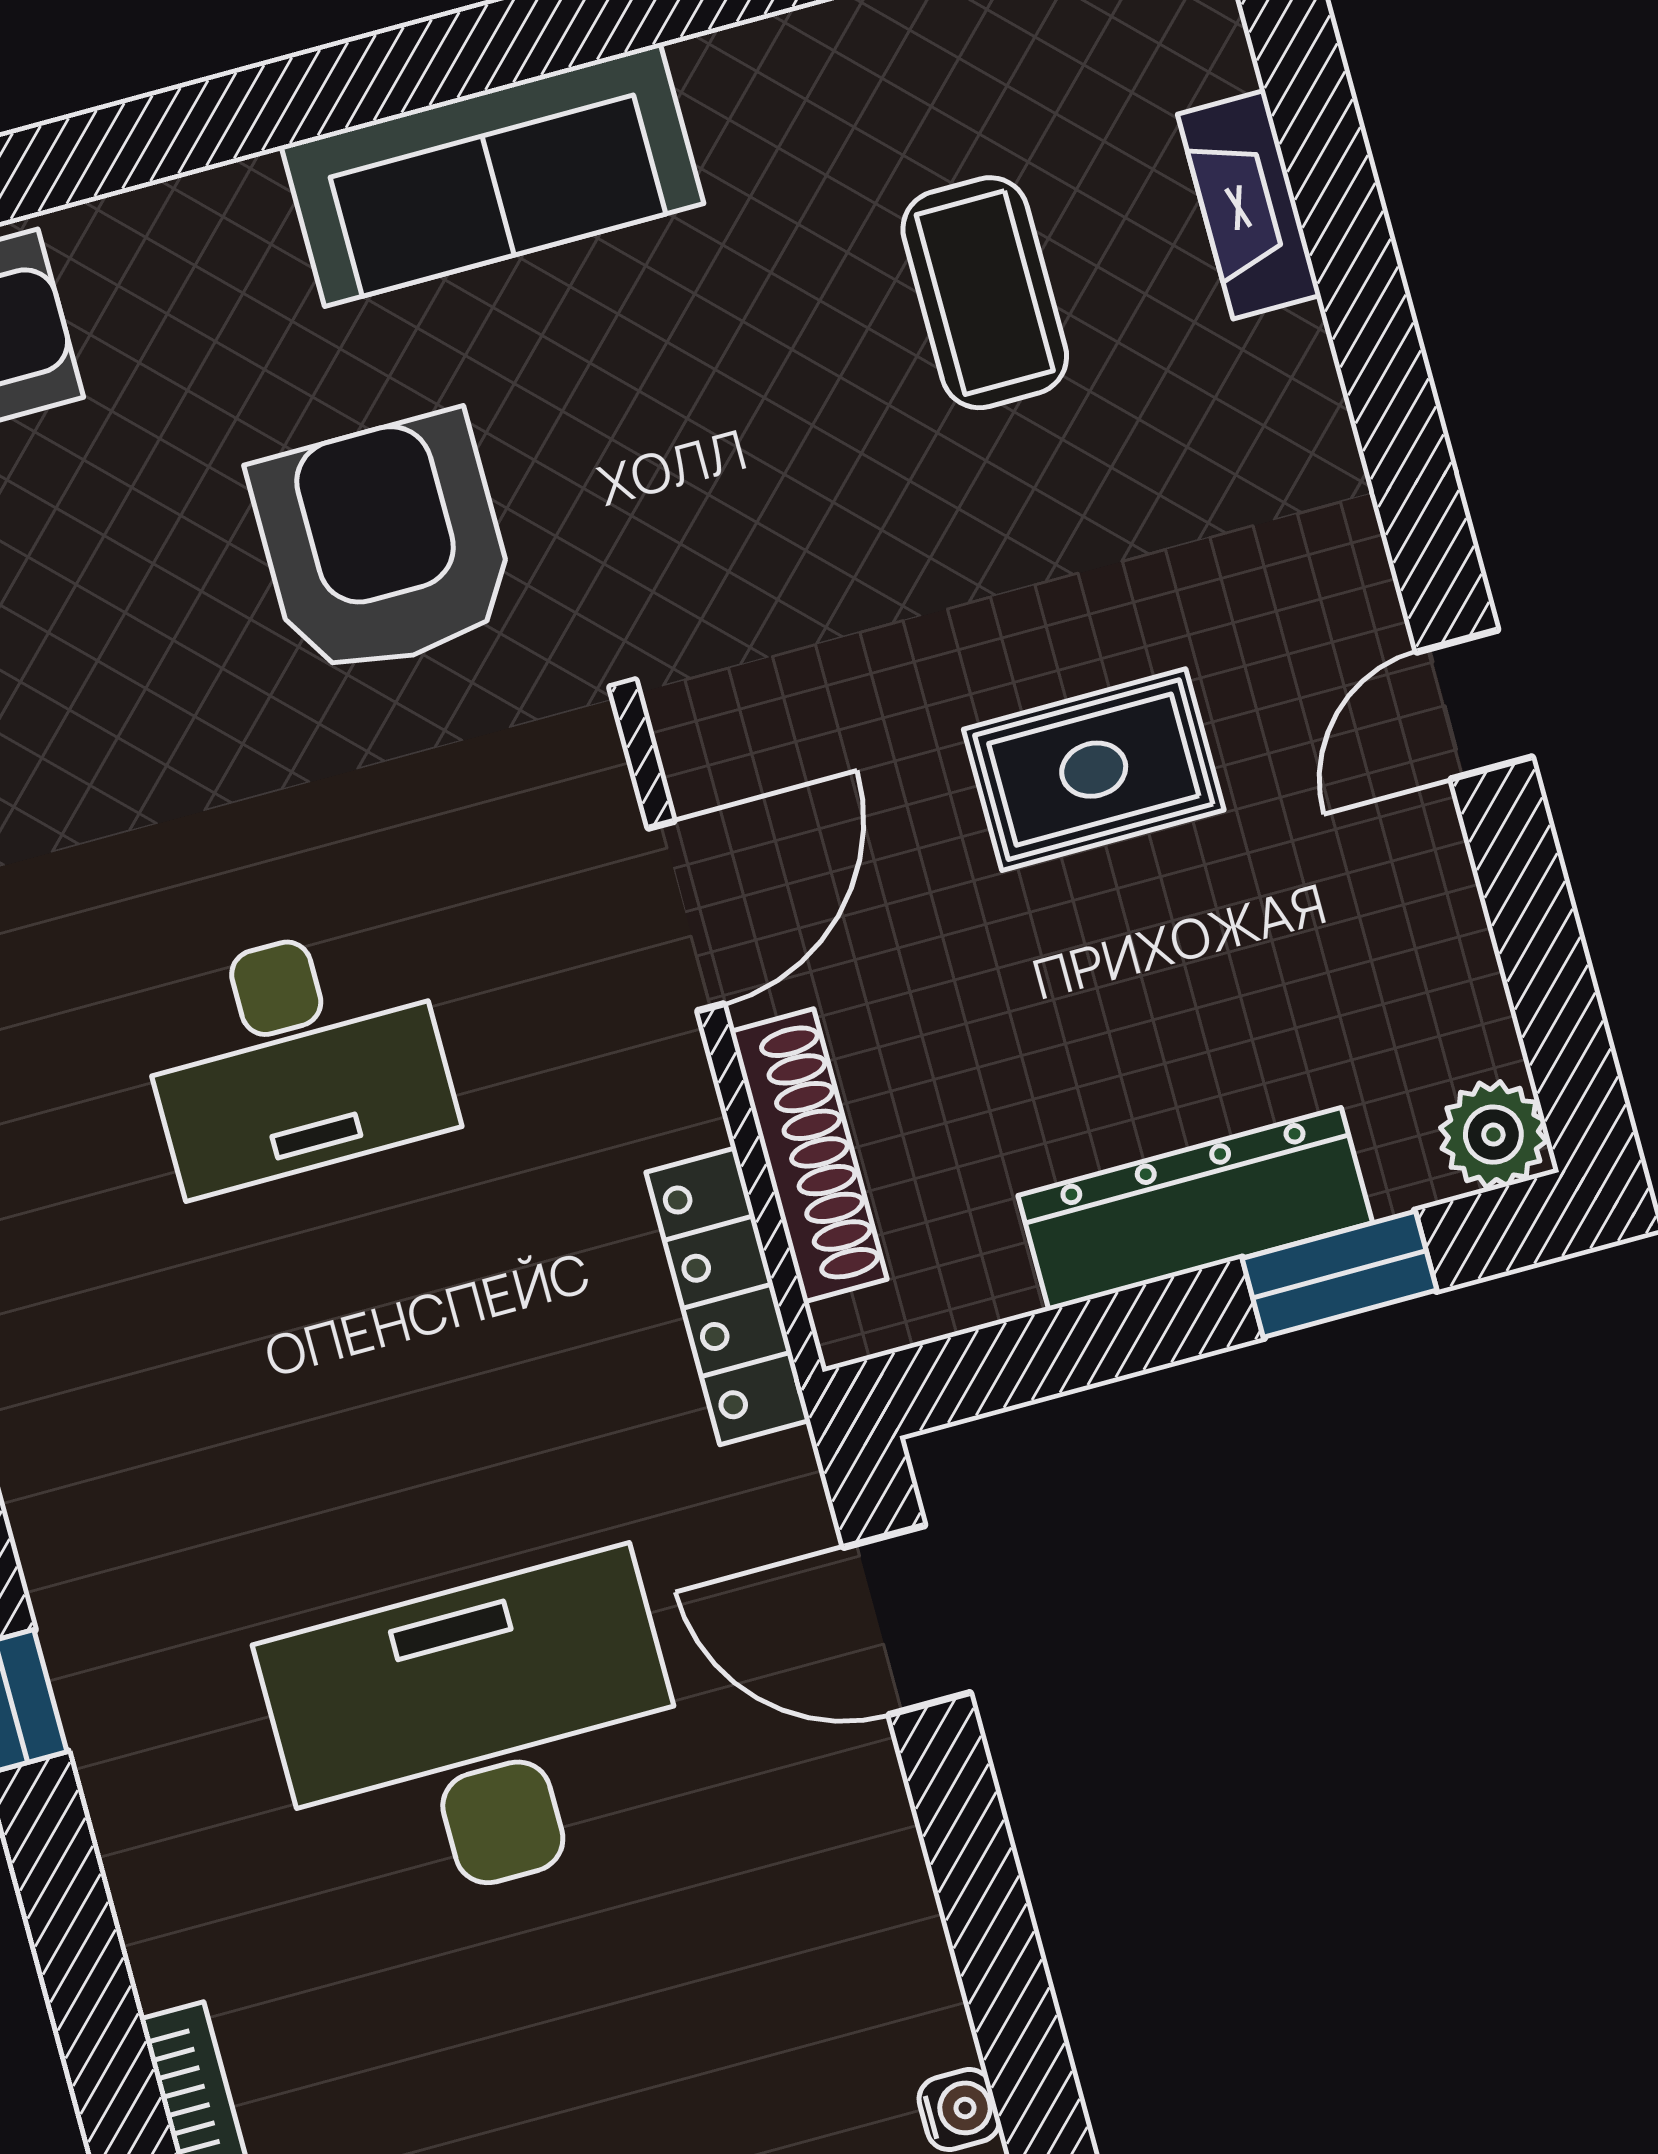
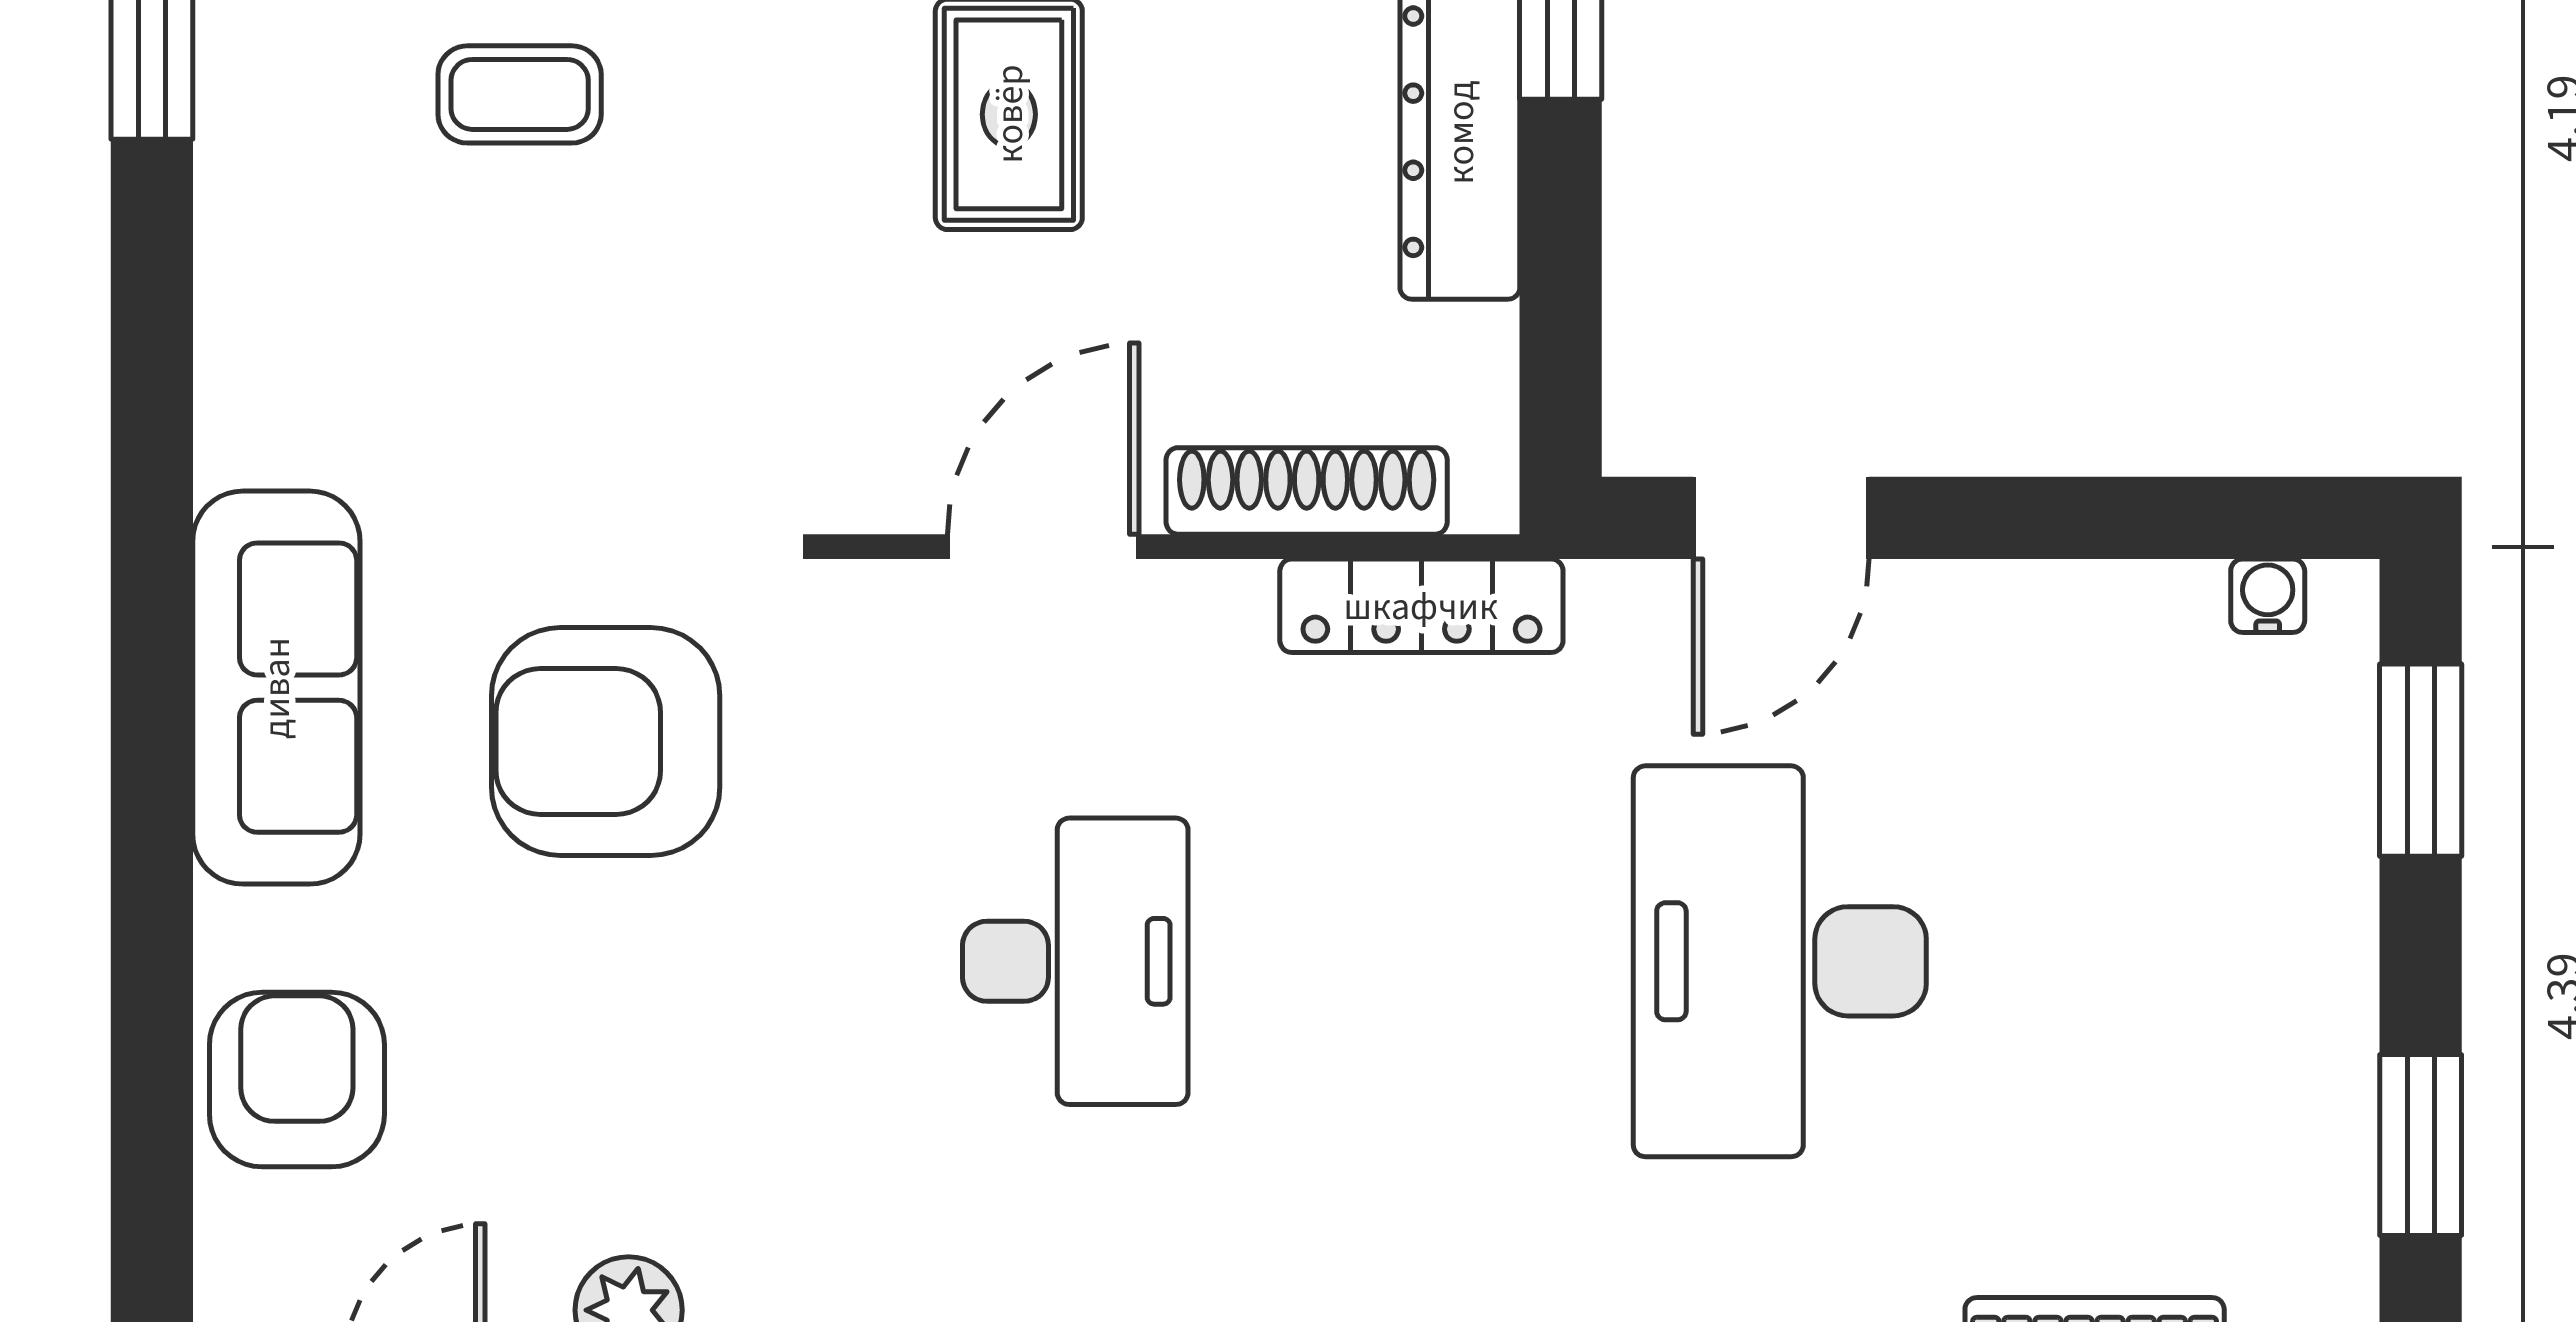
sofa: (492, 175) -> (276, 688), moved
coffee table: (985, 293) -> (520, 94), width x0.73, depth x0.77
door: (686, 916) -> (1043, 547), hinge flipped

